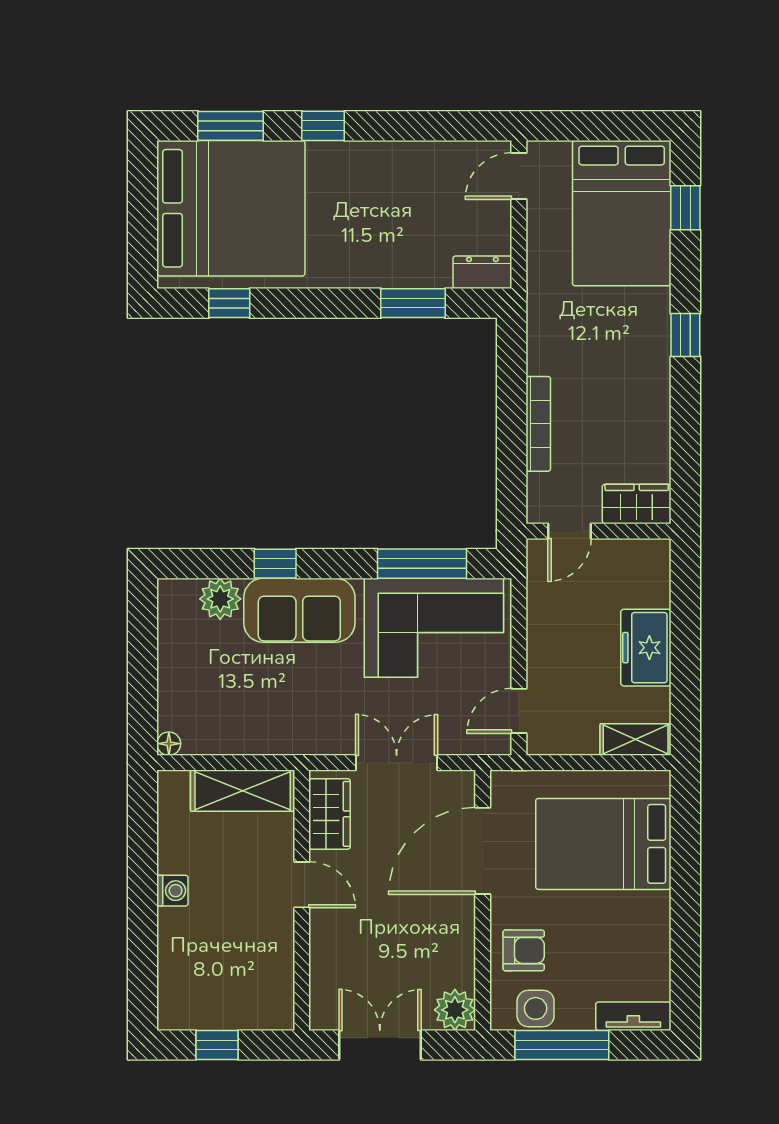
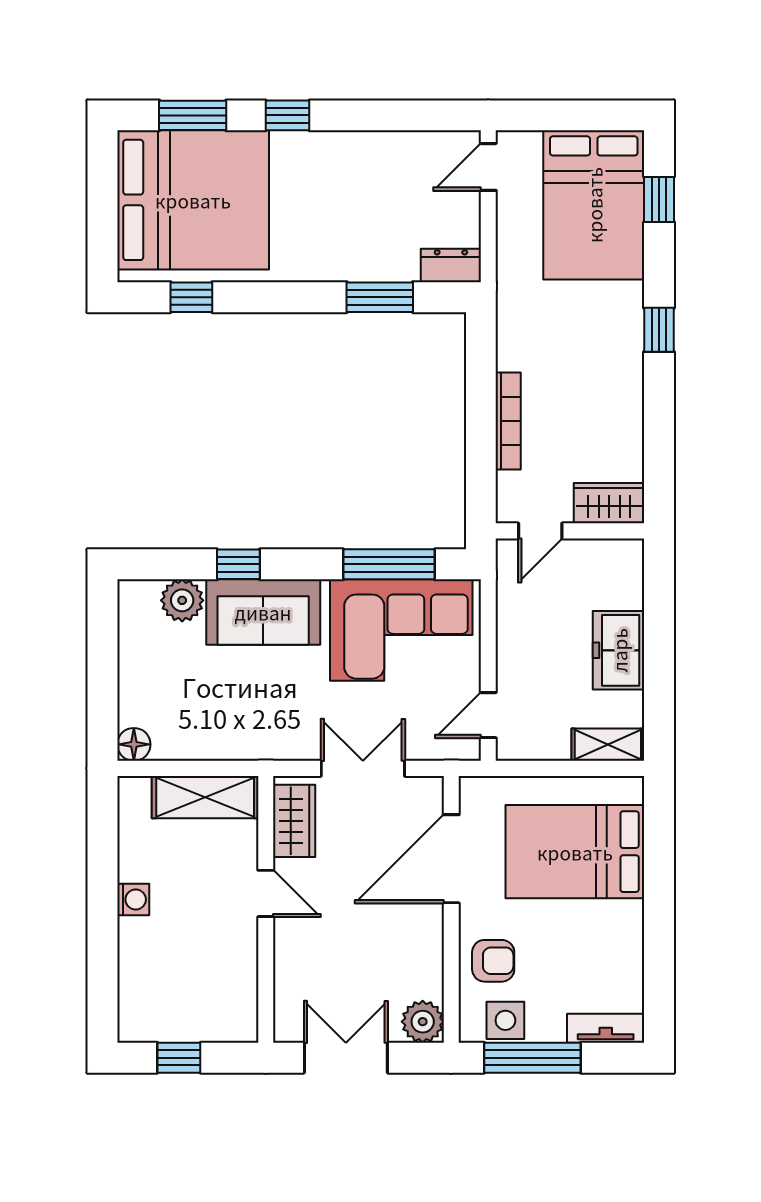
floor lamp: (169, 744) -> (134, 744), width x1.37, depth x1.37

